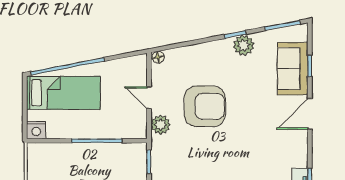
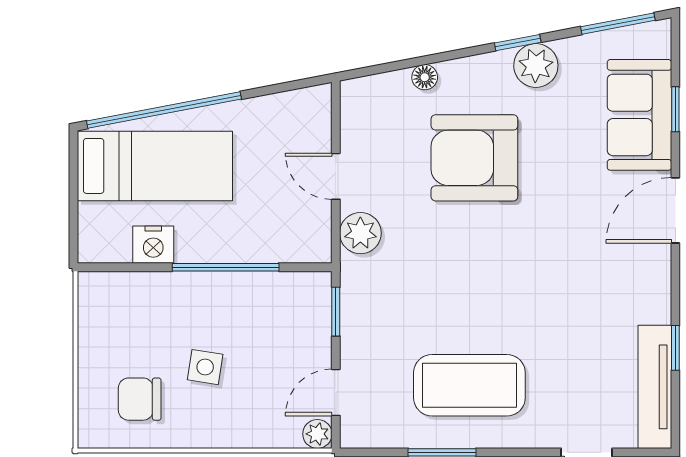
floor lamp: (158, 57) -> (425, 77), moved
armchair: (205, 106) -> (474, 158), moved, turned 180
nightstand: (36, 130) -> (153, 245), moved

